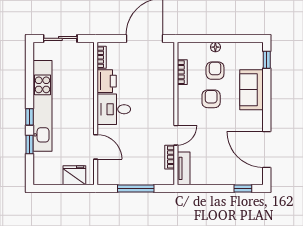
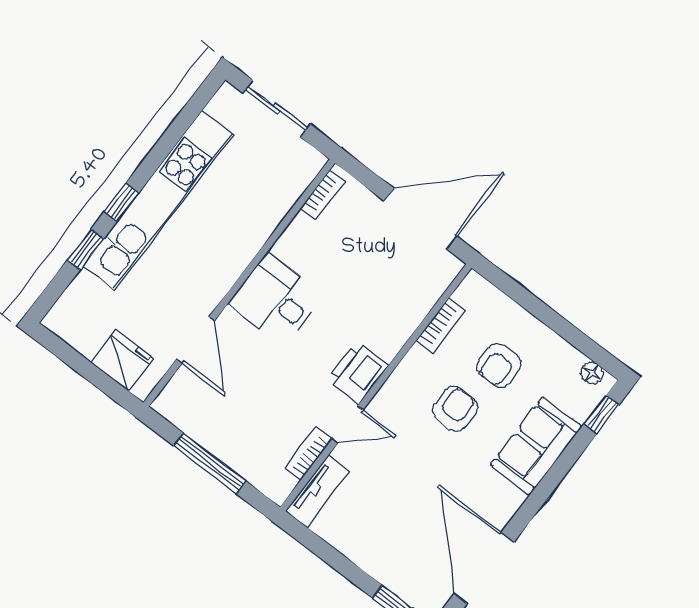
floor lamp: (215, 47) -> (592, 373), moved
armchair: (215, 71) -> (499, 366), turned 180
printer: (107, 81) -> (358, 373), moved, turned 180

